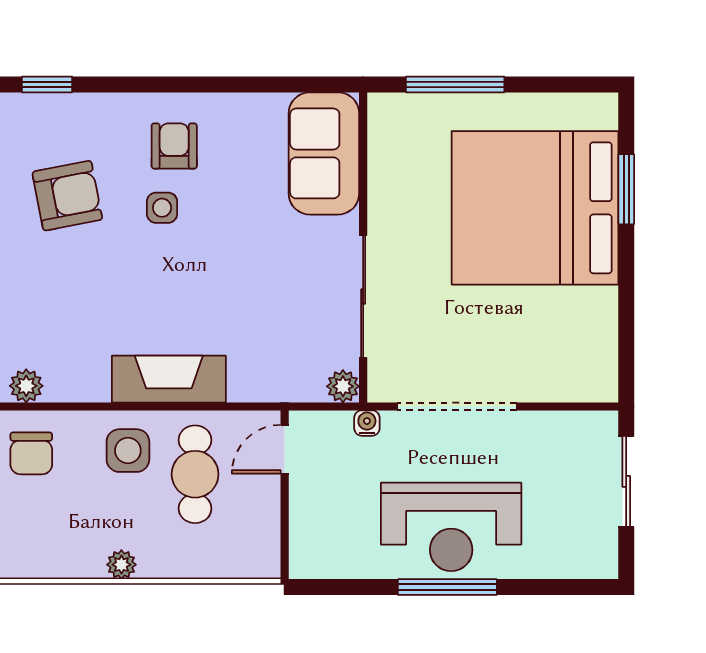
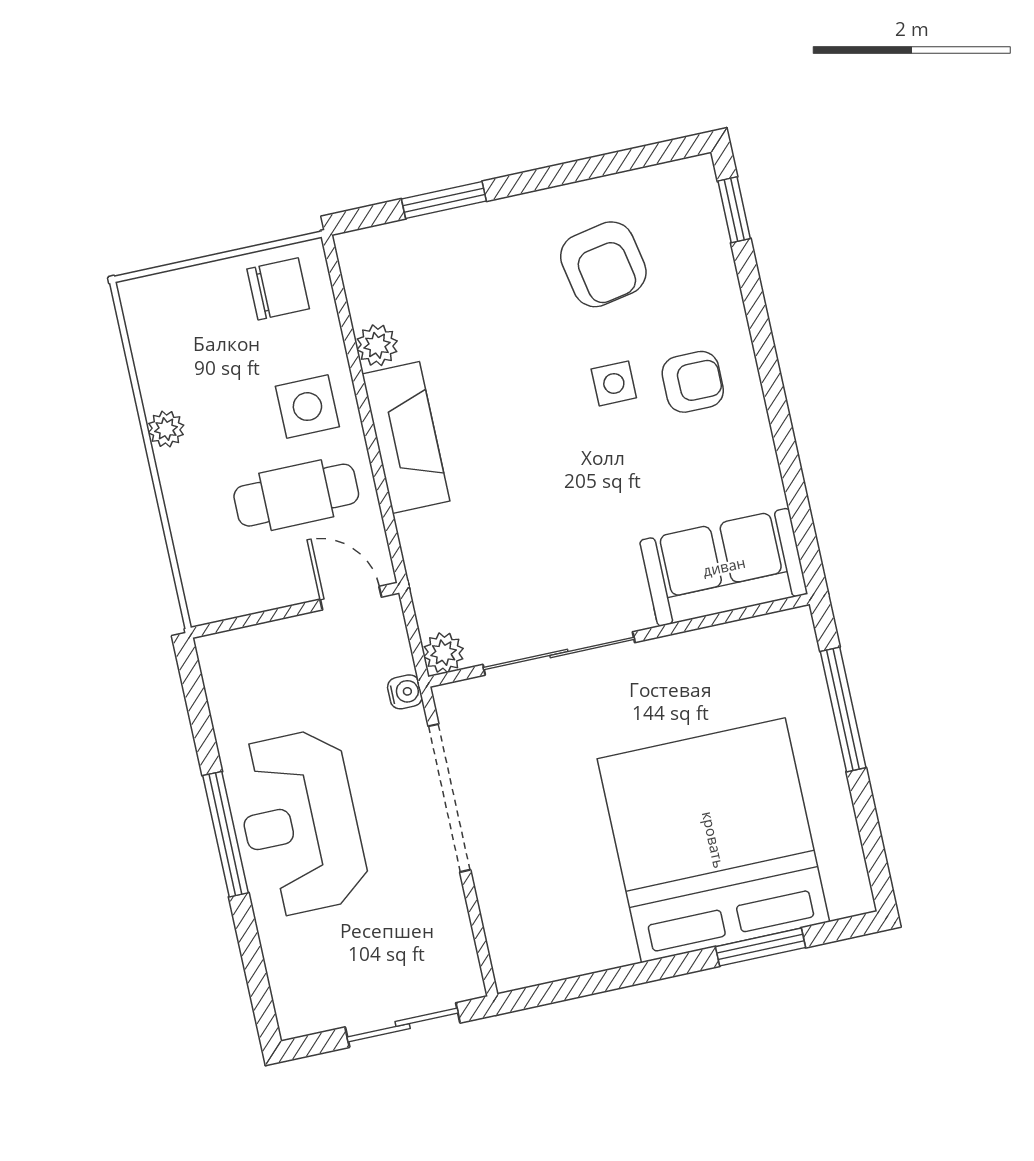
plant: (26, 386) -> (377, 345), moved
chair: (31, 453) -> (278, 289), turned 180

